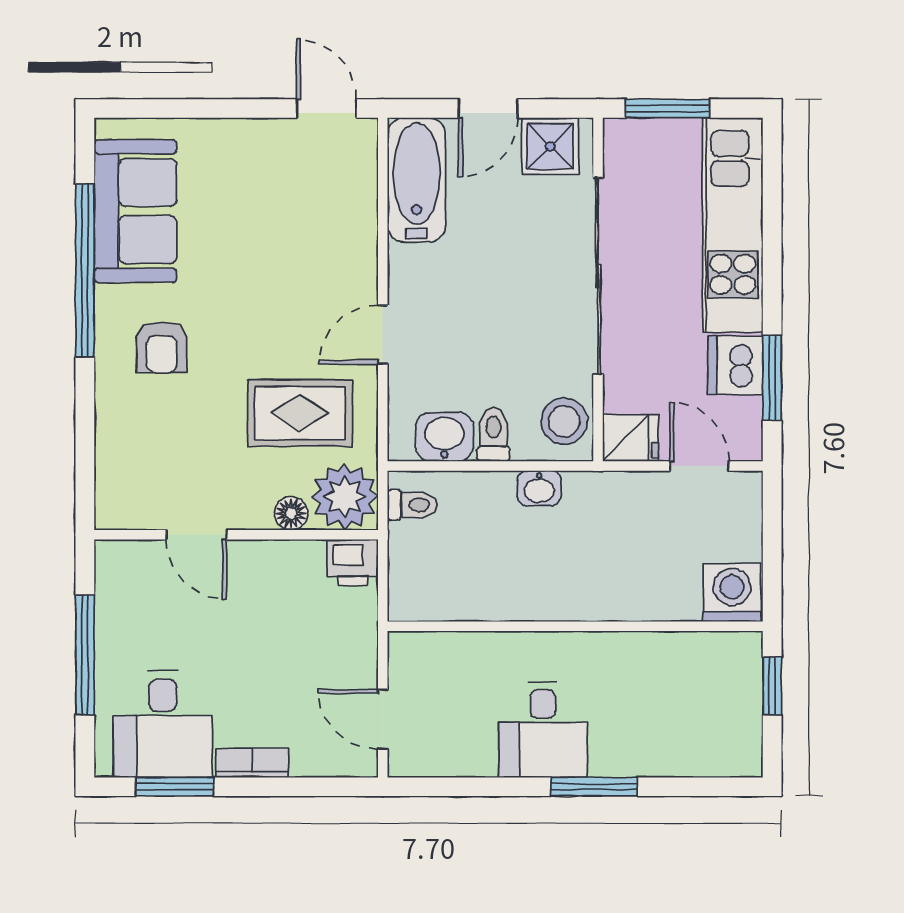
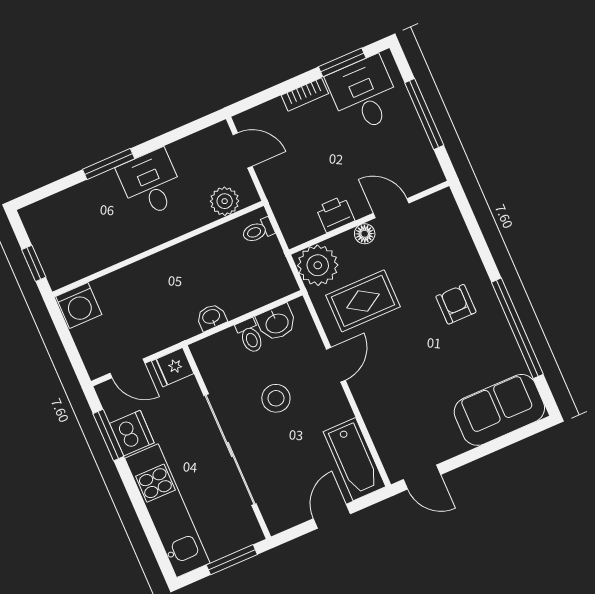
shower: (550, 146) -> (288, 510), removed
sofa: (135, 211) -> (499, 410), moved, turned 90
stool: (564, 421) -> (276, 398), moved
toilet: (412, 505) -> (258, 231), moved
floor lamp: (291, 513) -> (365, 234), moved
printer: (353, 563) -> (335, 214), moved
plant: (443, 655) -> (225, 201), added

